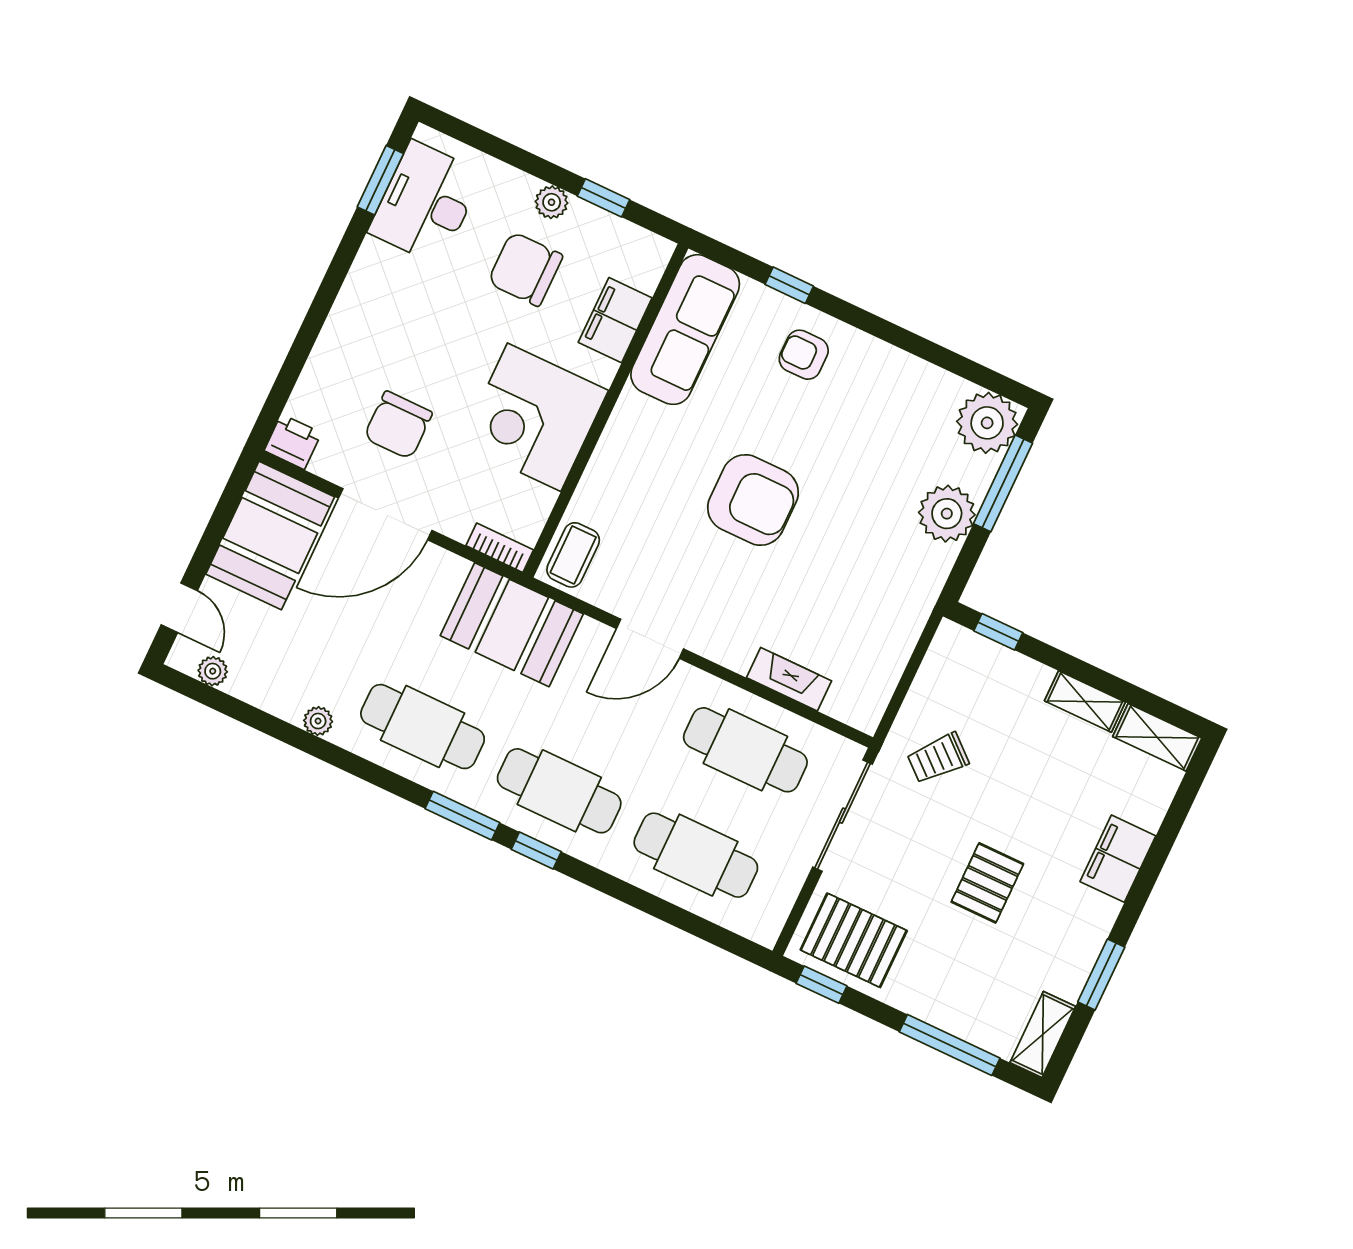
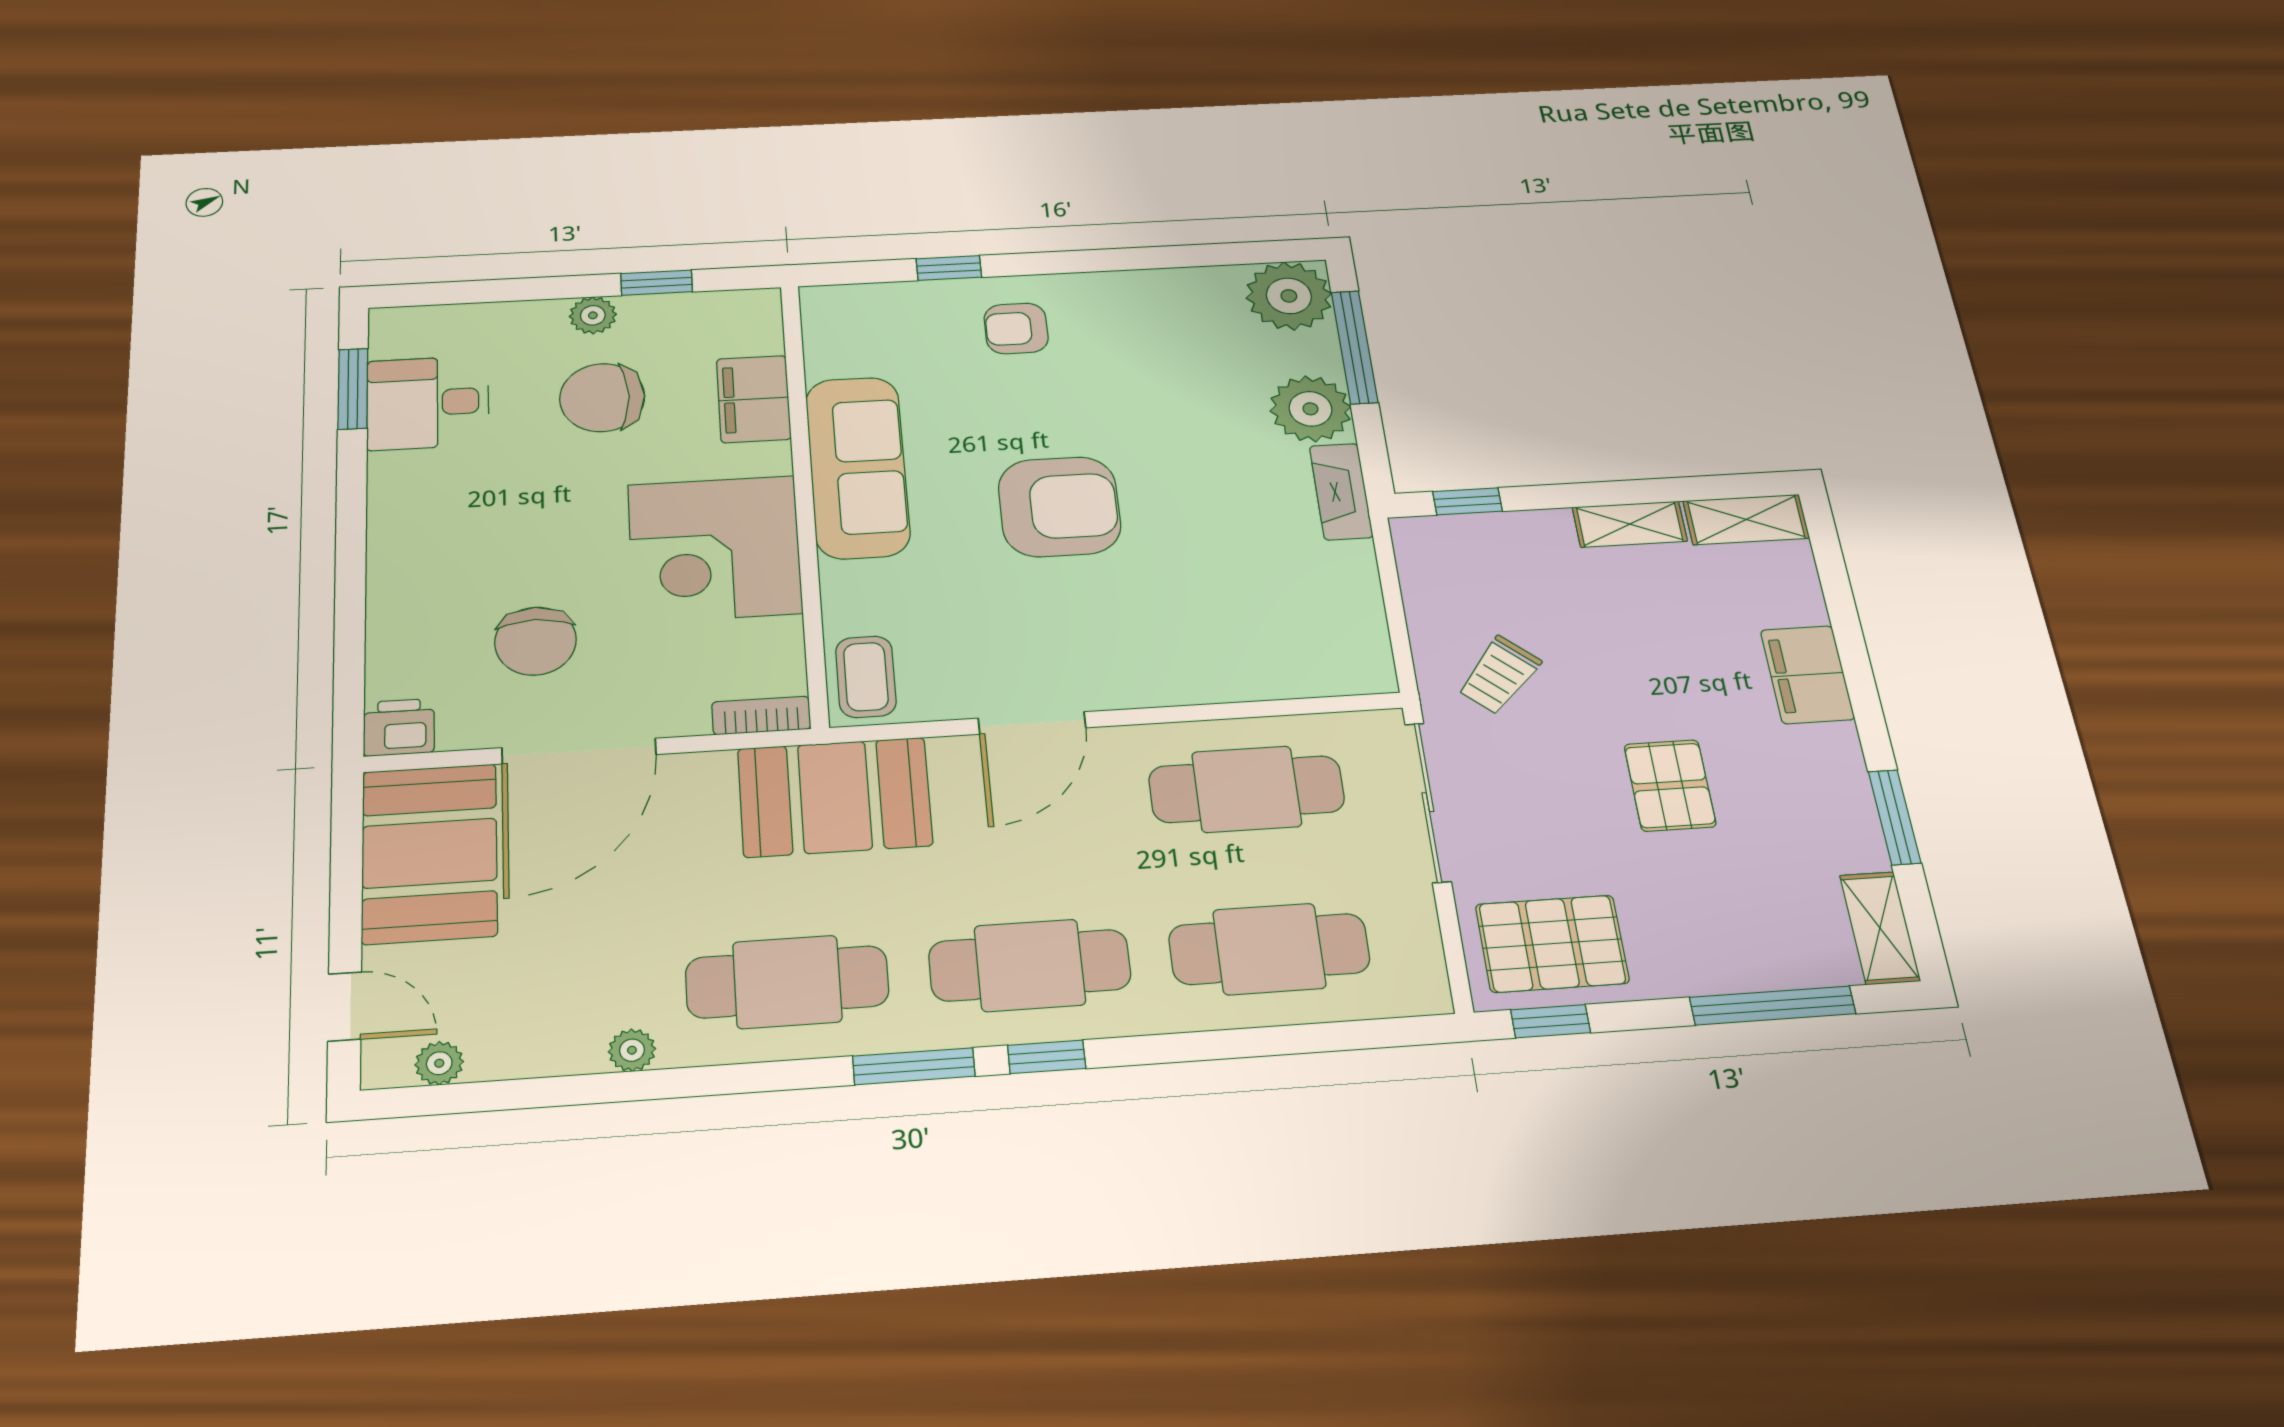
desk: (426, 203) -> (428, 403), width x0.73
sofa: (685, 330) -> (858, 467), moved
fireplace: (789, 679) -> (1341, 492), moved, turned -90

